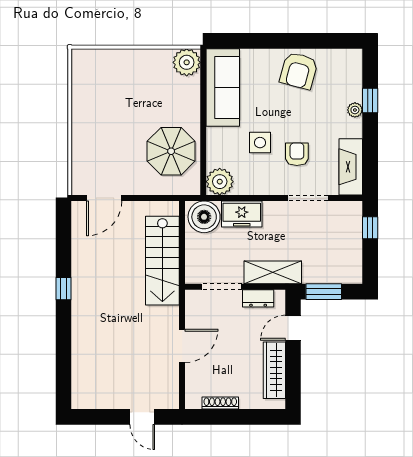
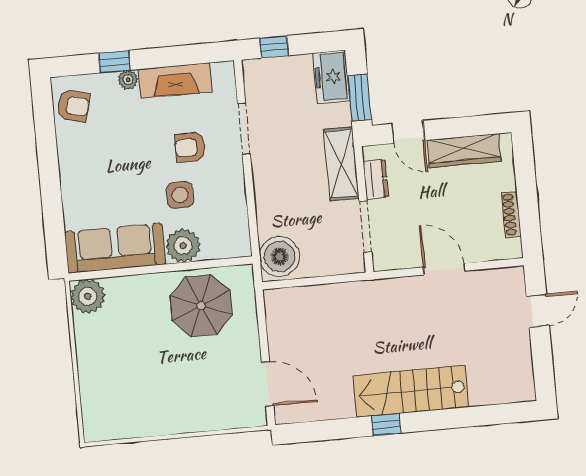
armchair: (299, 71) -> (73, 106), moved, width x0.72, depth x0.72
fireplace: (351, 167) -> (175, 80), moved
plant: (220, 182) -> (183, 246), moved
freezer: (242, 214) -> (331, 77), moved, turned 180
stairs: (162, 261) -> (411, 391), moved, turned 180

